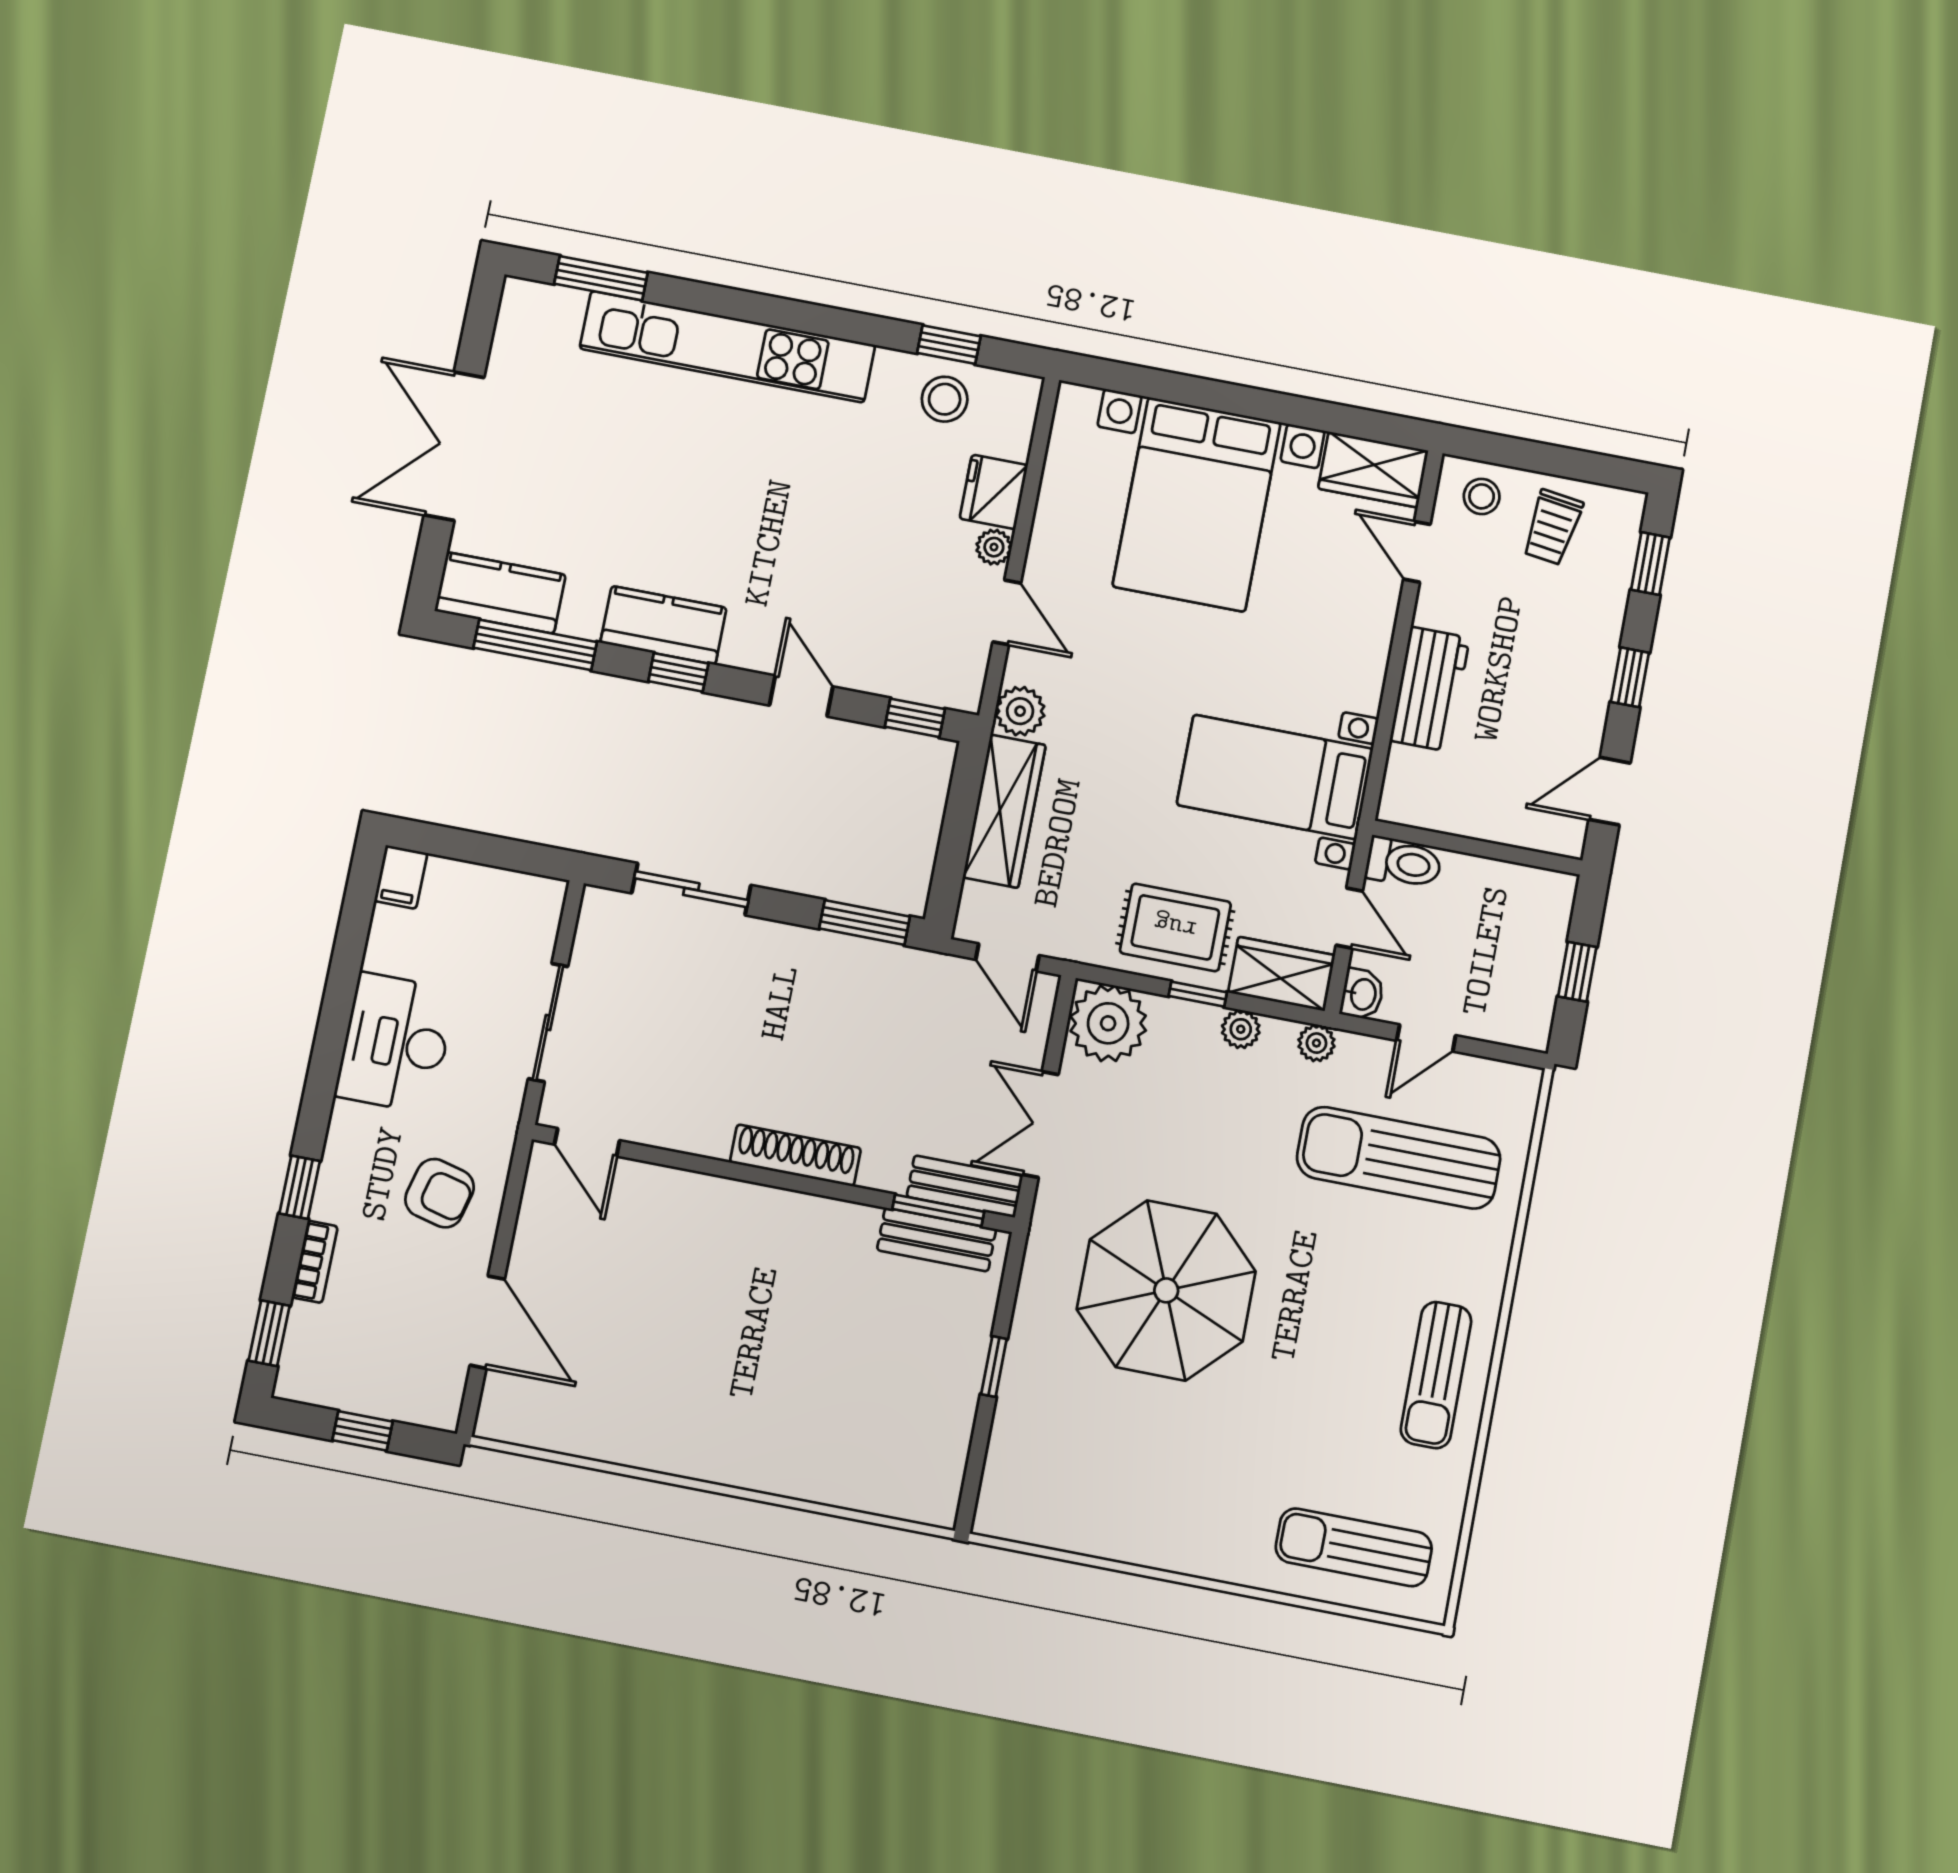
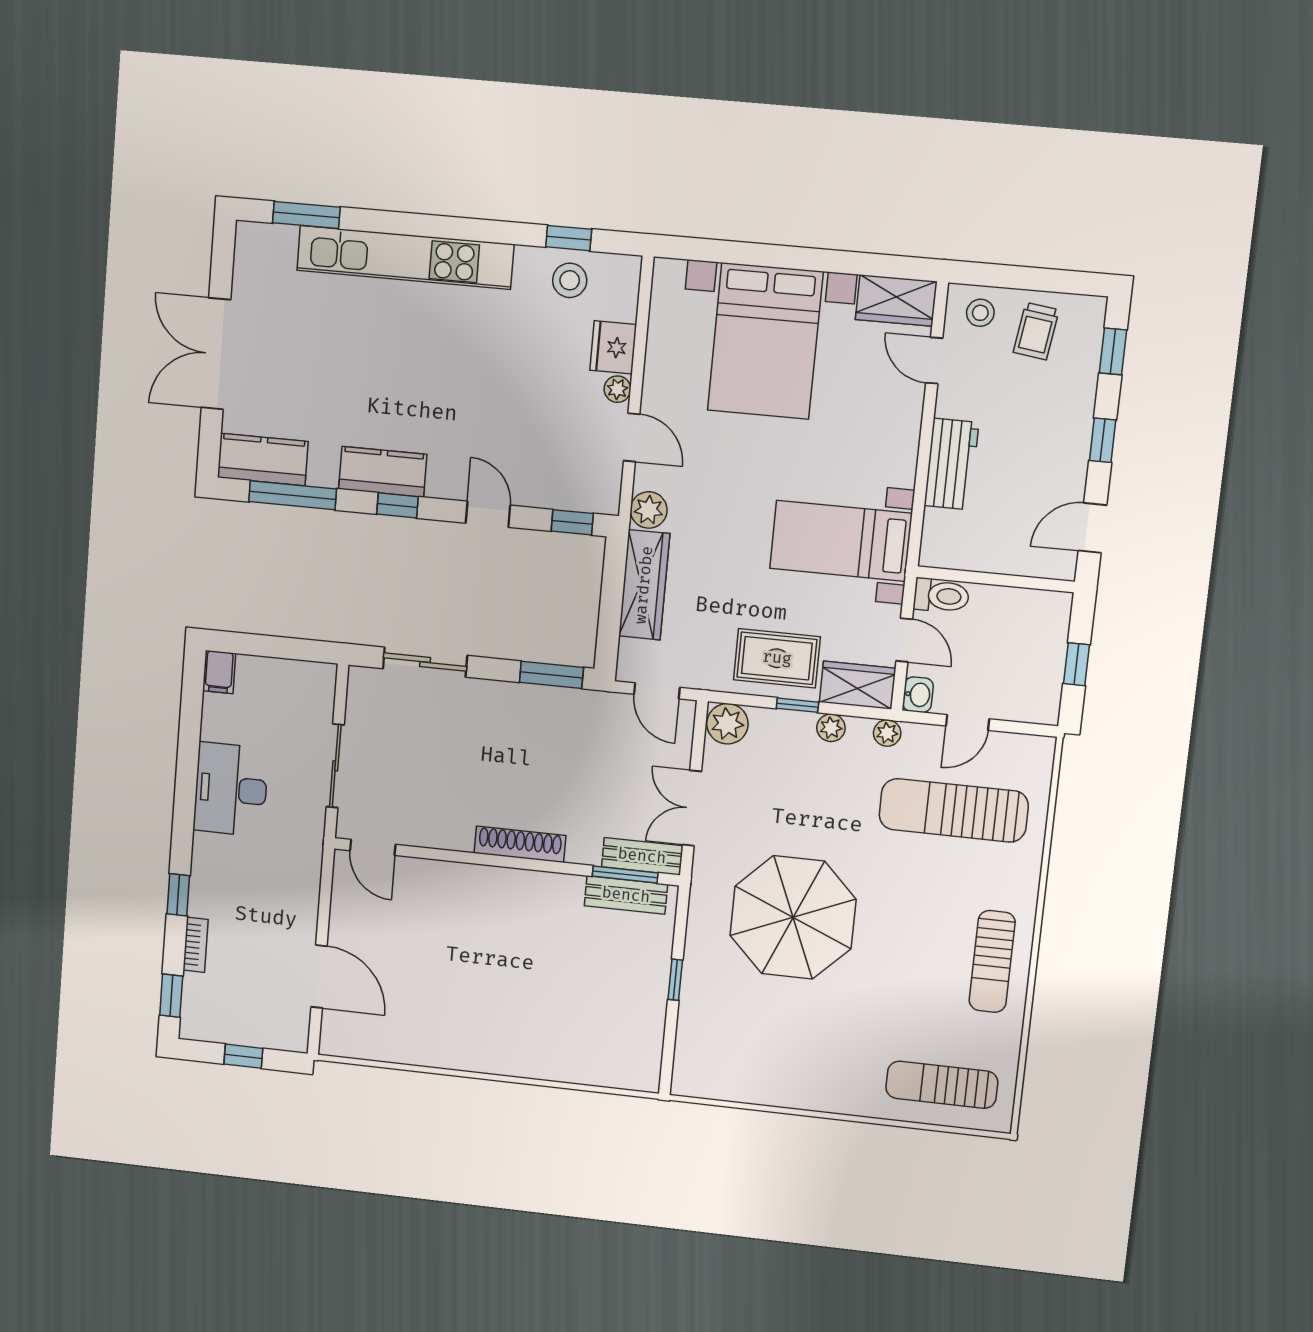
plant: (1108, 1023) -> (727, 724), width x0.73, depth x0.73
armchair: (440, 1193) -> (275, 891), removed

